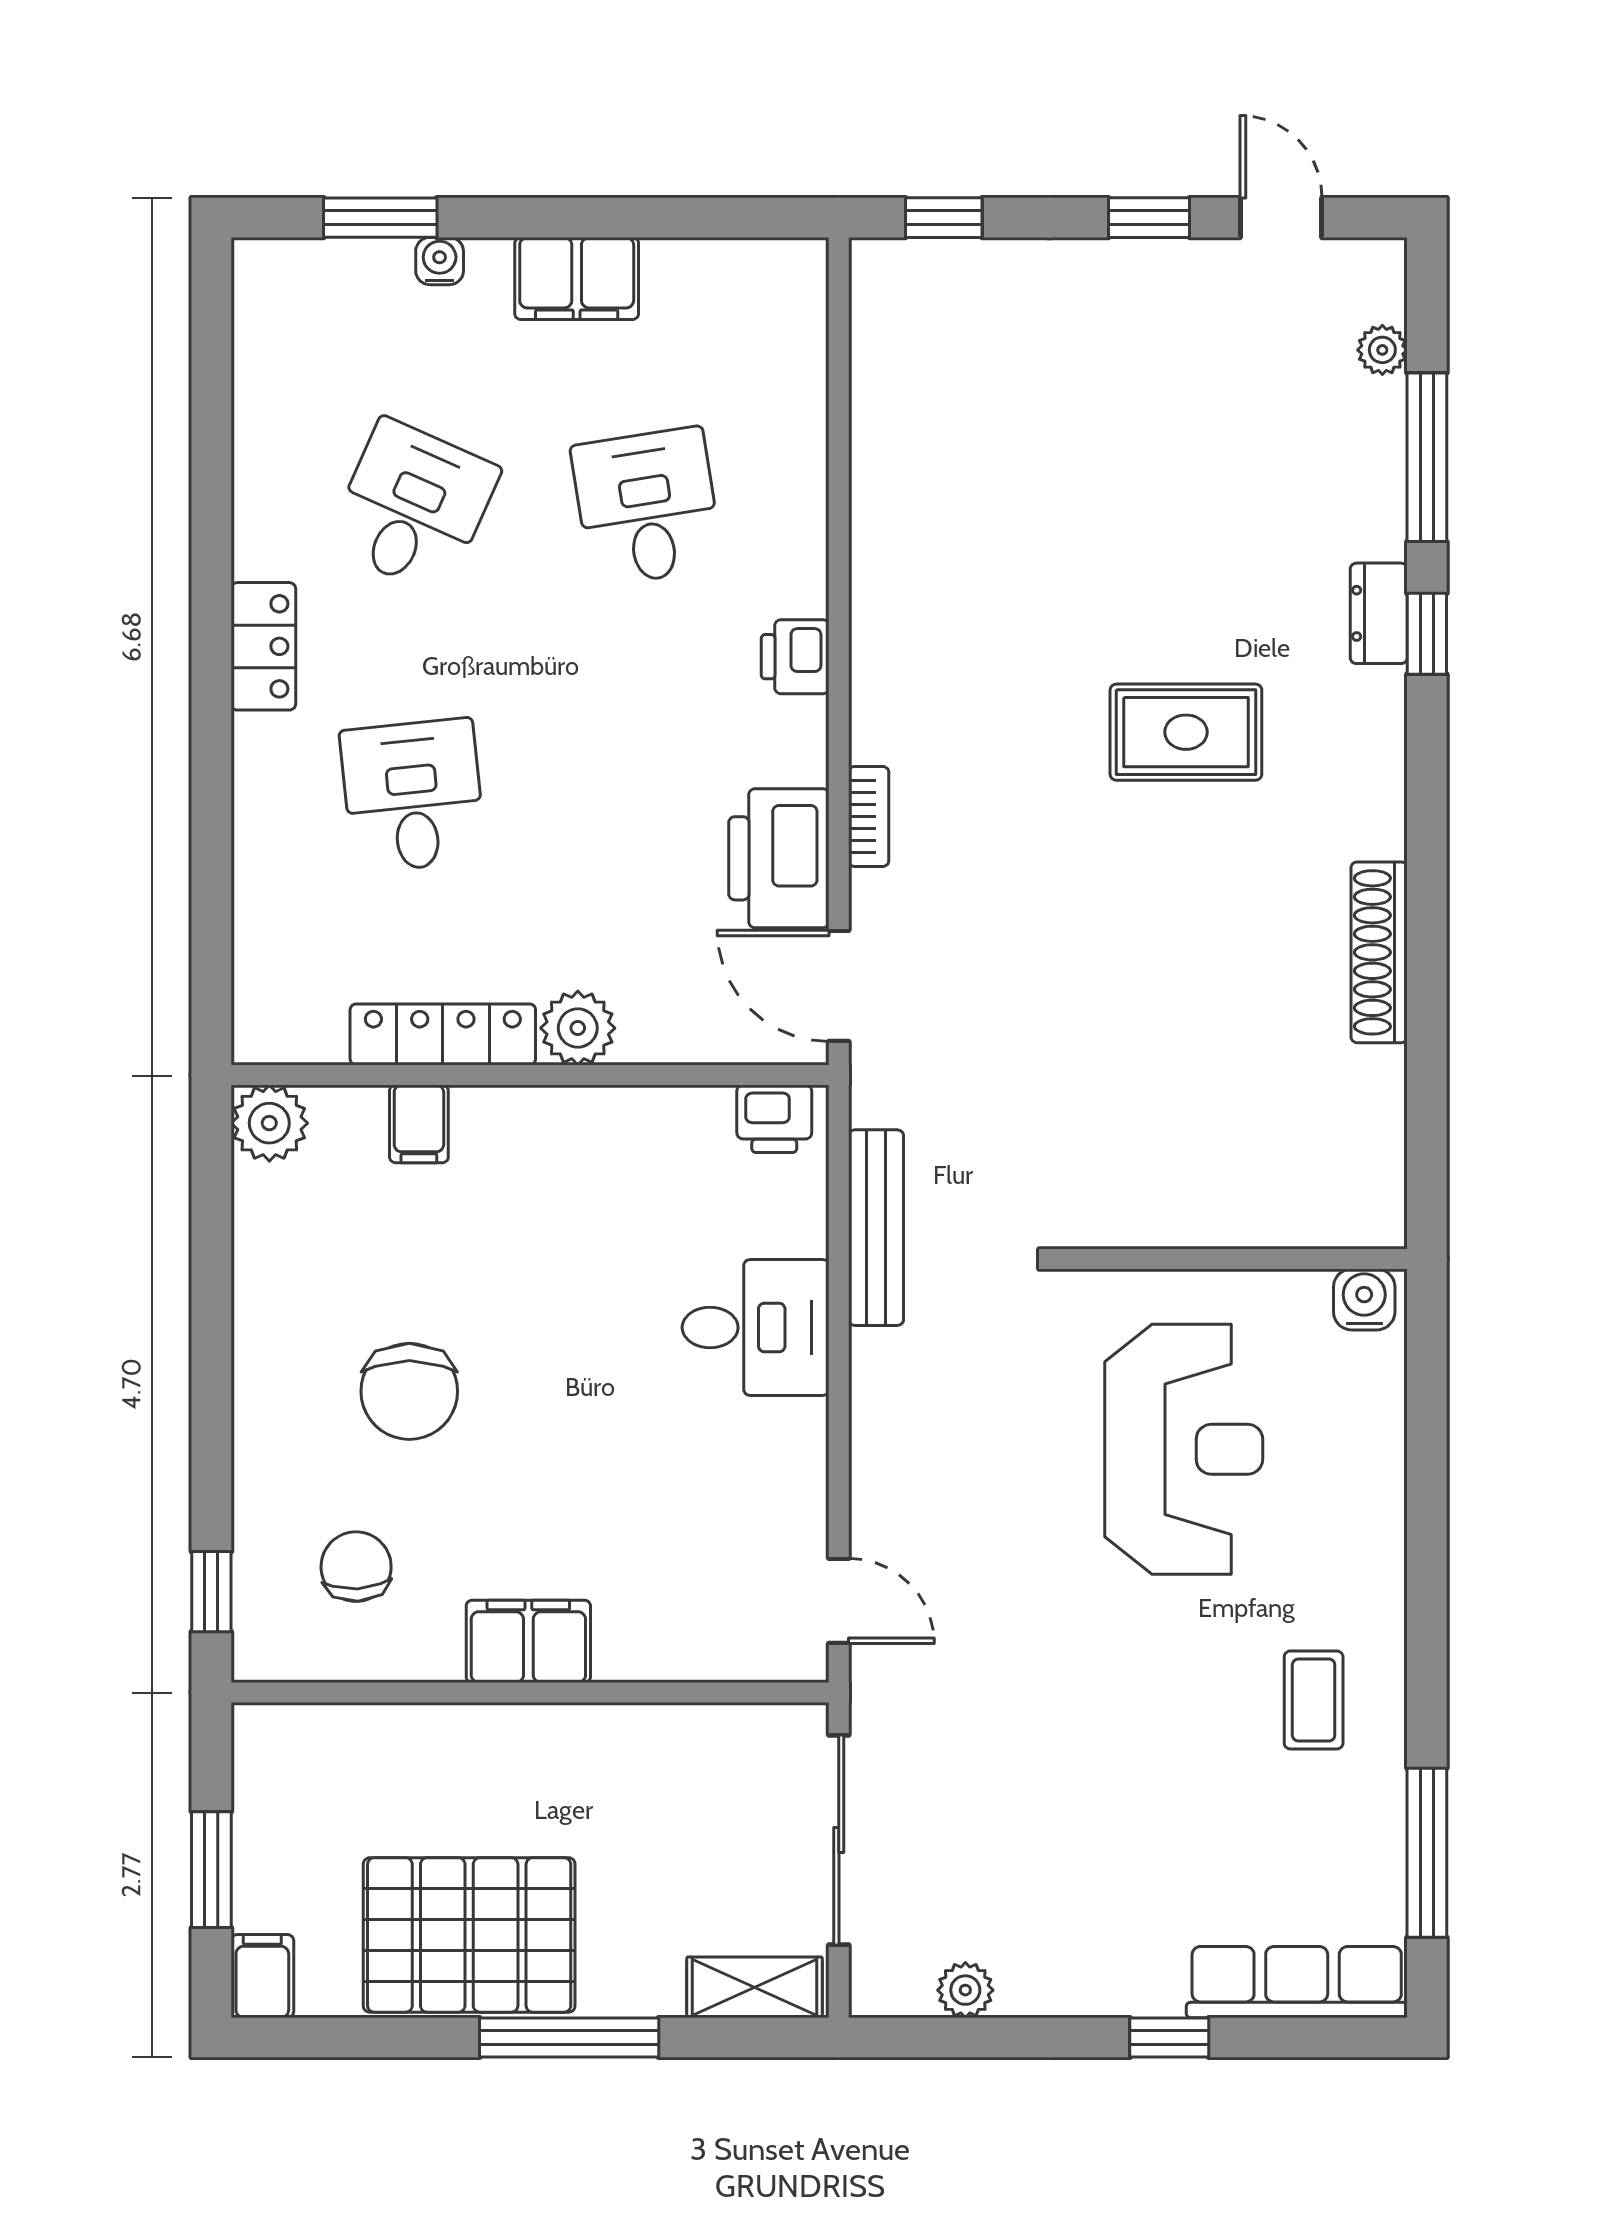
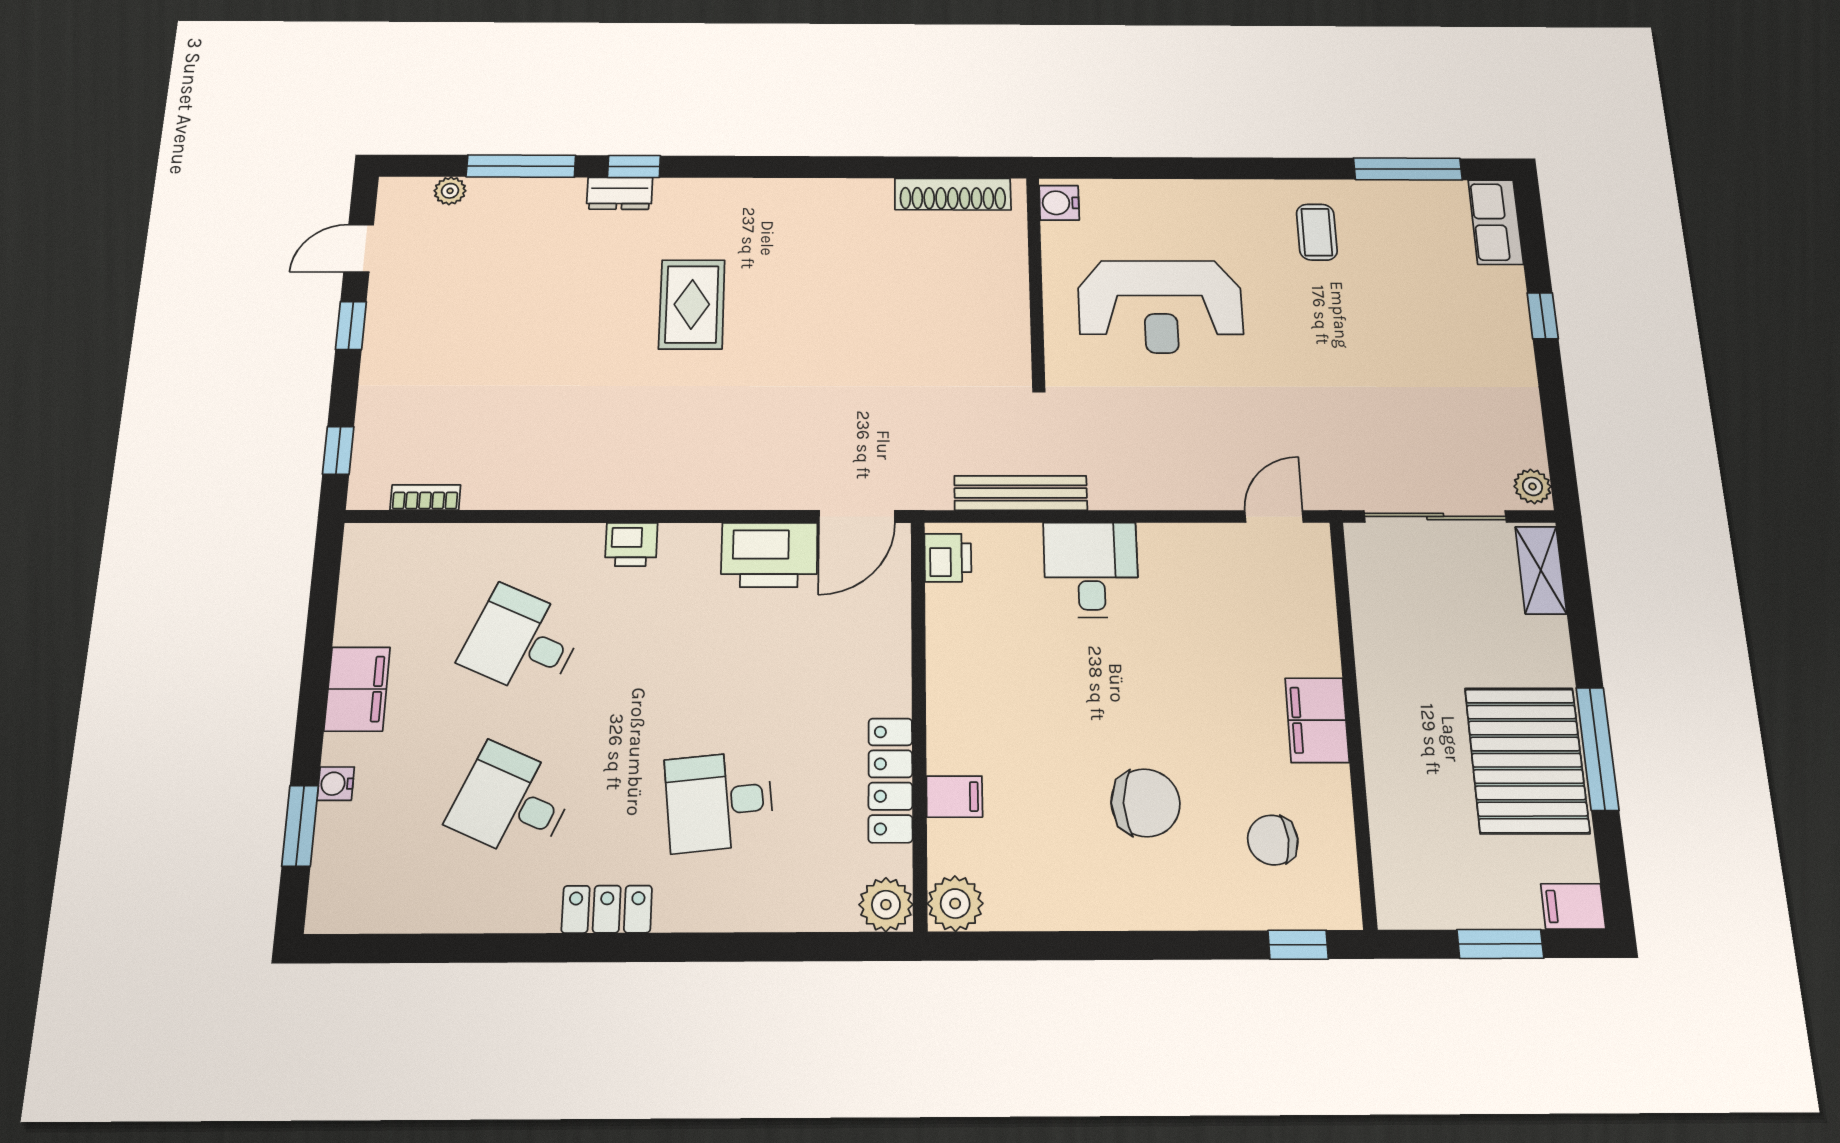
desk: (647, 507) -> (522, 641), turned 33
bookcase: (869, 816) -> (425, 497), moved
shoe rack: (1379, 952) -> (953, 194), moved
plant: (578, 1028) -> (886, 905), moved
reception desk: (1184, 1449) -> (1160, 307), turned 180
coffee table: (1314, 1700) -> (1317, 232), turned 90
row of seats: (1297, 1982) -> (1496, 222), width x0.68
plant: (965, 1990) -> (1532, 486), moved
window: (569, 2038) -> (1597, 749), moved

